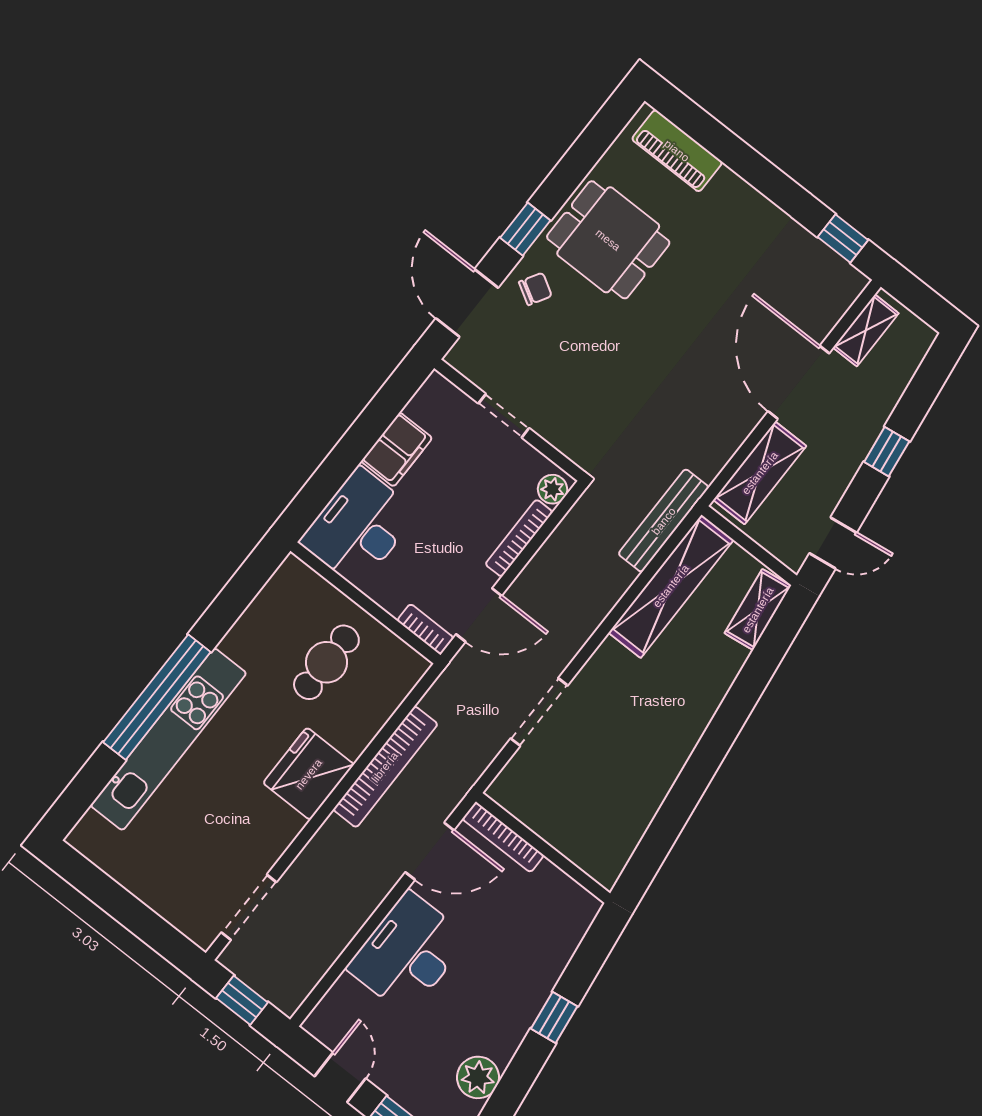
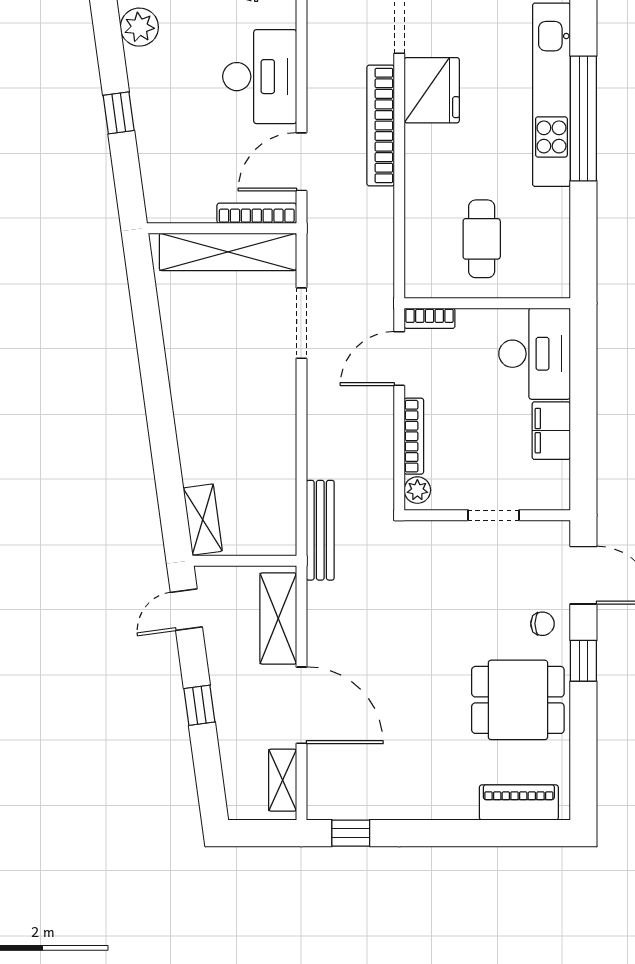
chair: (535, 289) -> (542, 624), turned -120
shelving: (671, 586) -> (228, 252), moved, turned 90
bookcase: (385, 767) -> (381, 126), moved
fridge: (309, 774) -> (432, 90), moved

